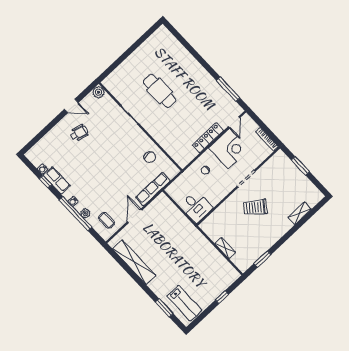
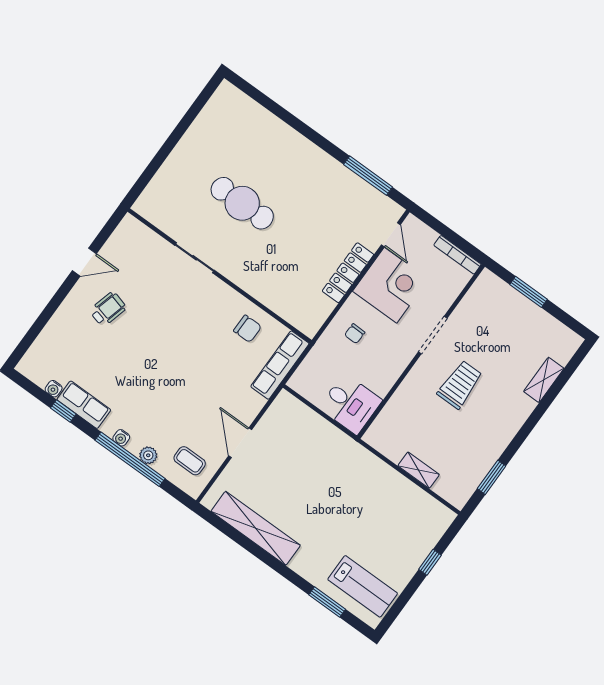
plant: (98, 92) -> (130, 227), removed
row of seats: (153, 189) -> (280, 365), moved
trolley: (255, 207) -> (460, 385), turned 143

